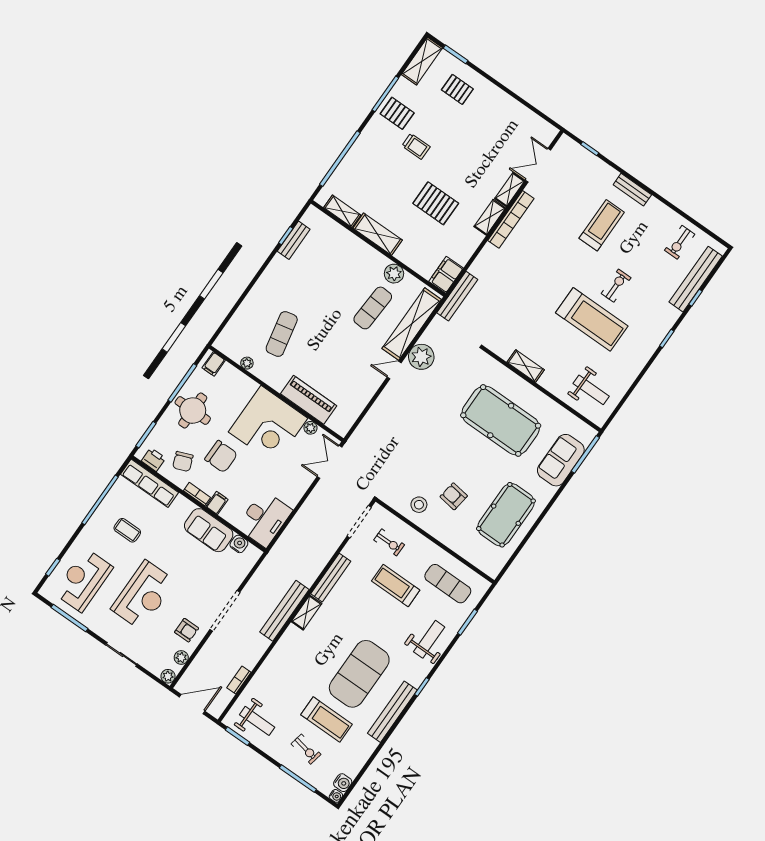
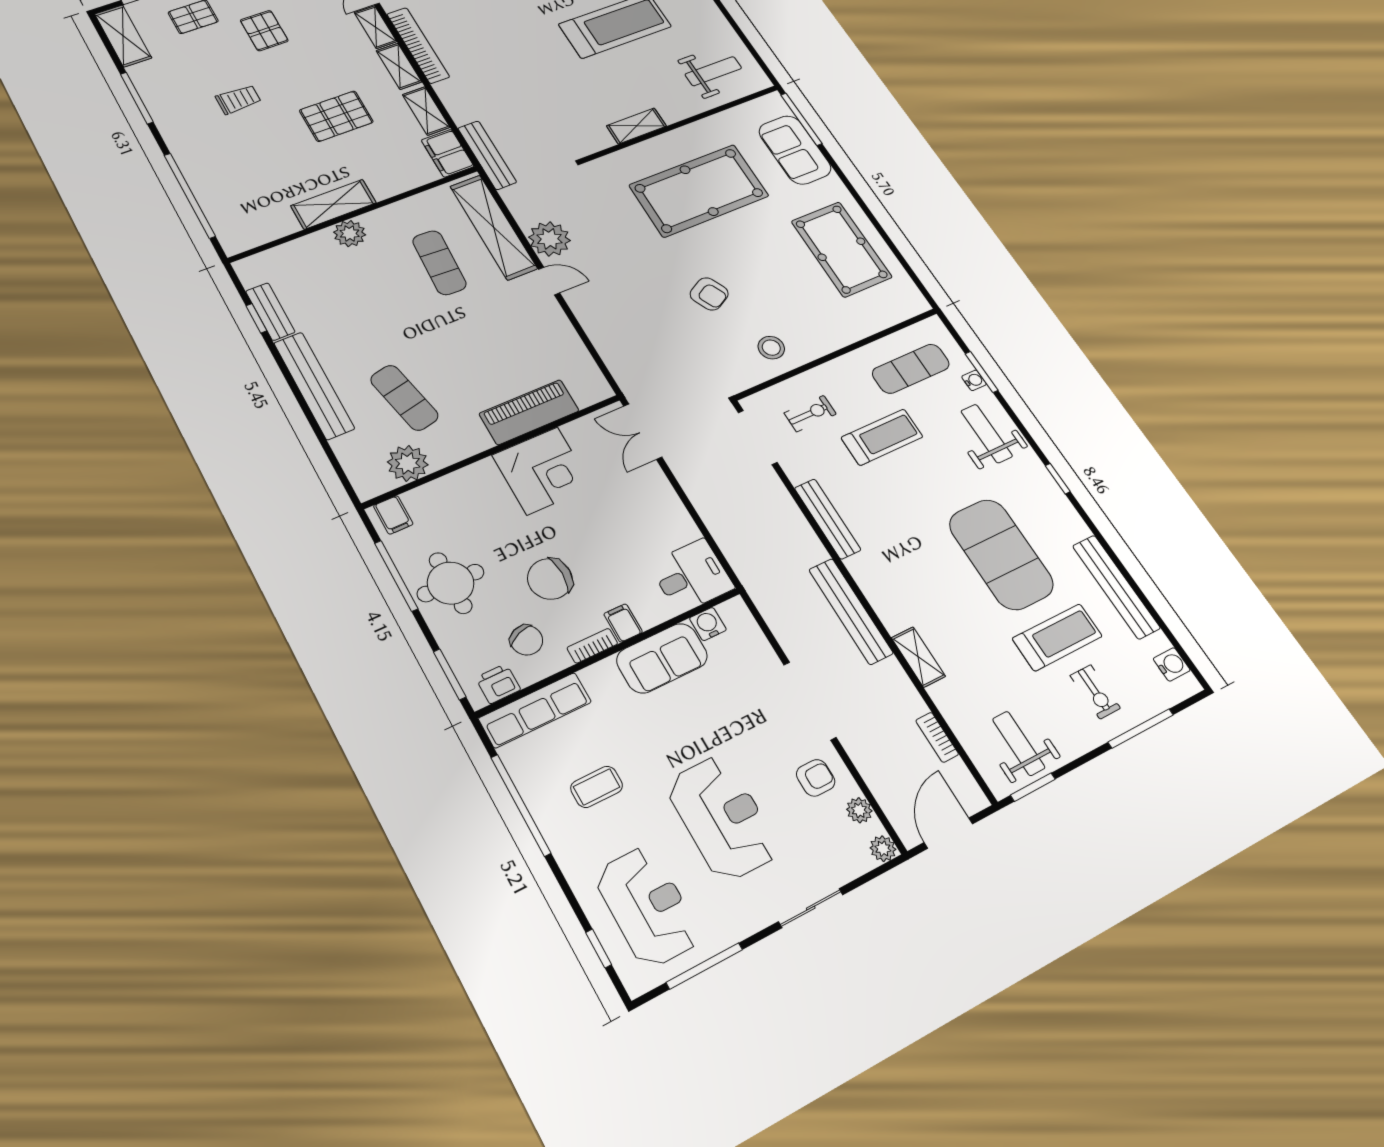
pallet: (397, 113) -> (264, 31), moved, turned 90
shelving: (342, 211) -> (426, 111), moved, turned 90
plant: (394, 274) -> (350, 233), moved
bench: (263, 286) -> (314, 386), added
plant: (247, 363) -> (408, 463), width x1.88, depth x1.88
door: (394, 370) -> (549, 281), swing flipped
corner desk: (268, 425) -> (542, 471), width x0.74, depth x0.74
plant: (310, 428) -> (575, 431), removed
chair: (221, 457) -> (550, 579), turned 180
armchair: (454, 496) -> (709, 294), moved, turned -125
desk: (264, 519) -> (691, 576), width x0.73
reception desk: (83, 580) -> (648, 906), turned 180
treadmill: (396, 586) -> (882, 437), turned 180
shelving: (307, 613) -> (918, 657), moved
bench: (392, 712) -> (1116, 587), moved
weight bench: (257, 721) -> (1019, 743), turned -90
exercise bike: (306, 749) -> (1095, 692), turned 79
water cooler: (336, 796) -> (974, 380), moved

